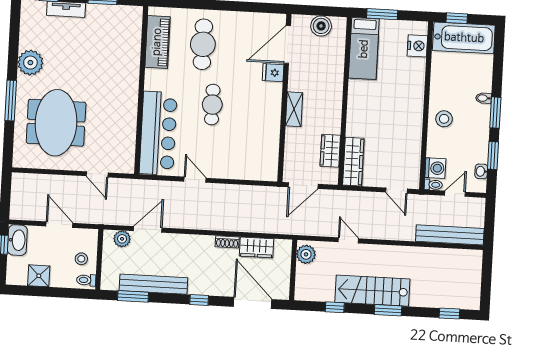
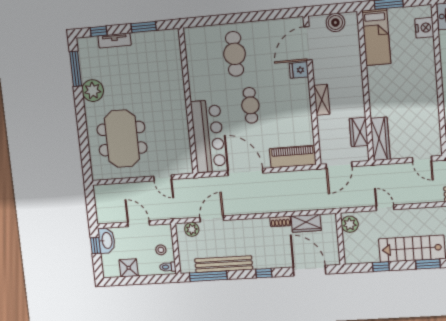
piano: (157, 42) -> (293, 157), moved, turned -90
window: (11, 100) -> (76, 69), moved
door: (195, 180) -> (245, 172), width x1.87
window: (133, 296) -> (208, 276), width x1.44

